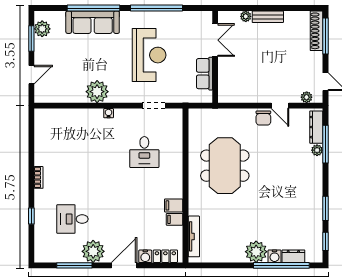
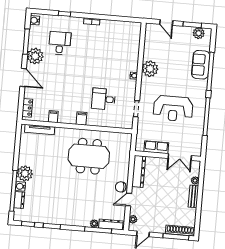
sofa: (93, 22) -> (201, 65), width x0.73
dresser: (240, 95) -> (139, 171), added
filing cabinet: (174, 205) -> (81, 118), moved
water cooler: (145, 256) -> (35, 20), moved

